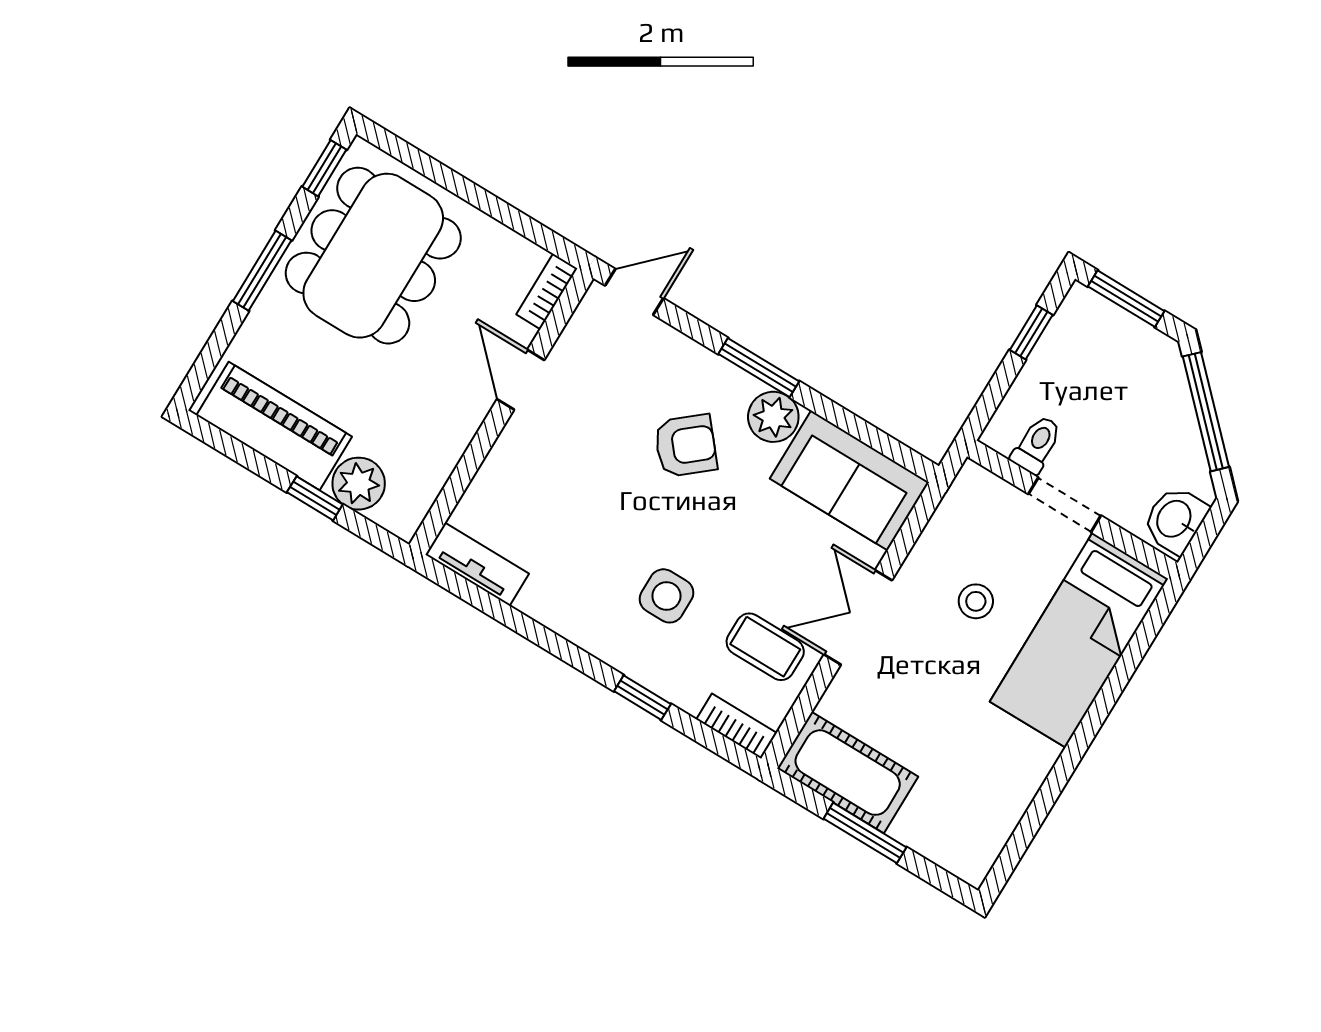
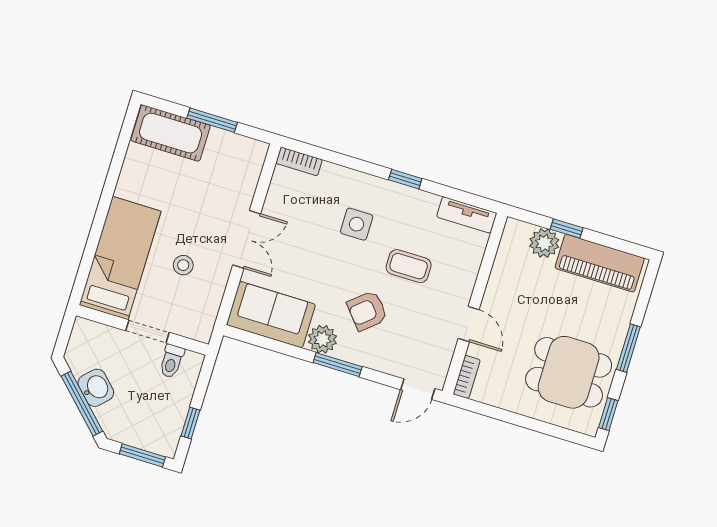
dining table: (373, 256) -> (569, 372), width x0.73
washbasin: (1175, 520) -> (96, 388), moved, turned -45
coffee table: (765, 647) -> (409, 266), moved
window: (642, 698) -> (405, 179), moved
cot: (848, 773) -> (171, 133), moved

